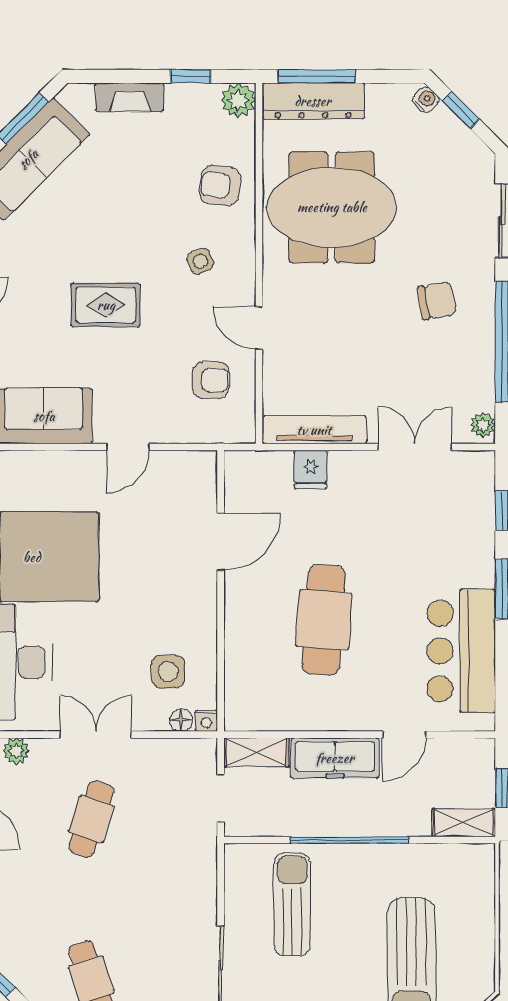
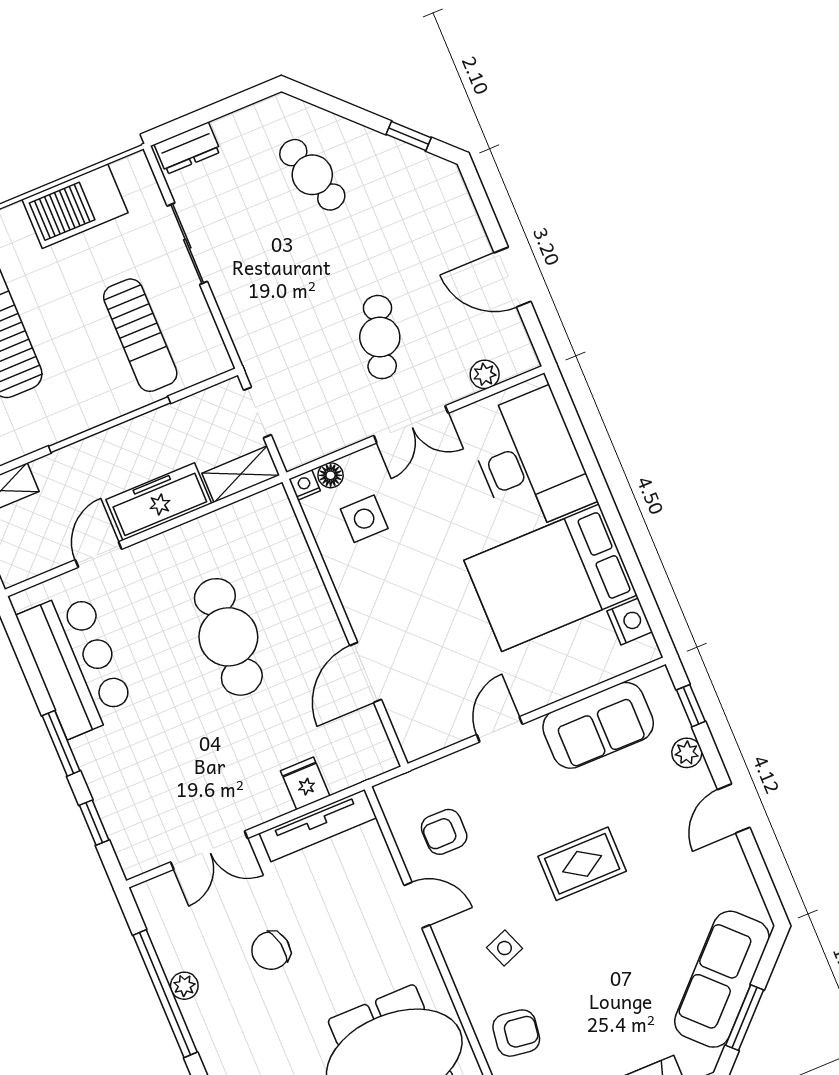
chair: (437, 301) -> (271, 951), moved
plant: (483, 425) -> (184, 986), moved

